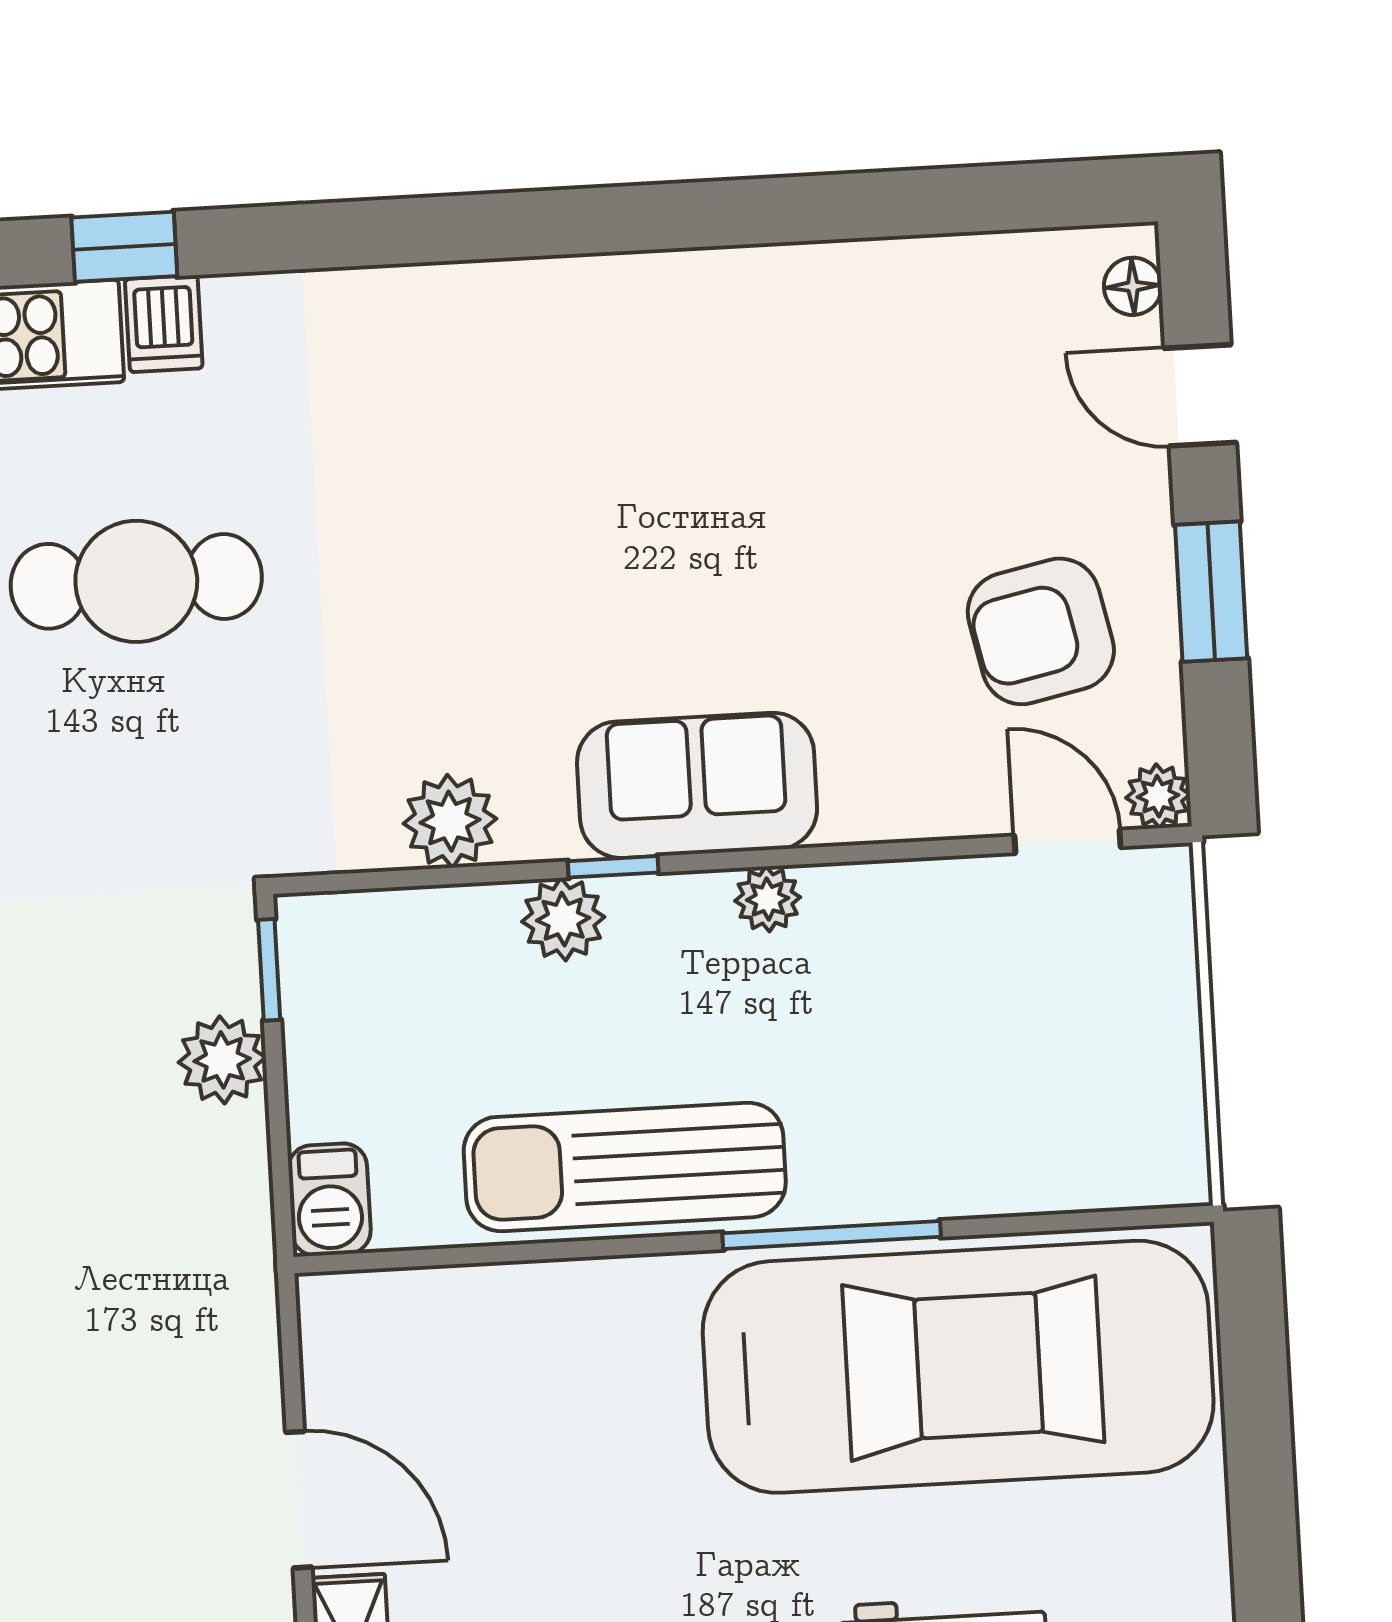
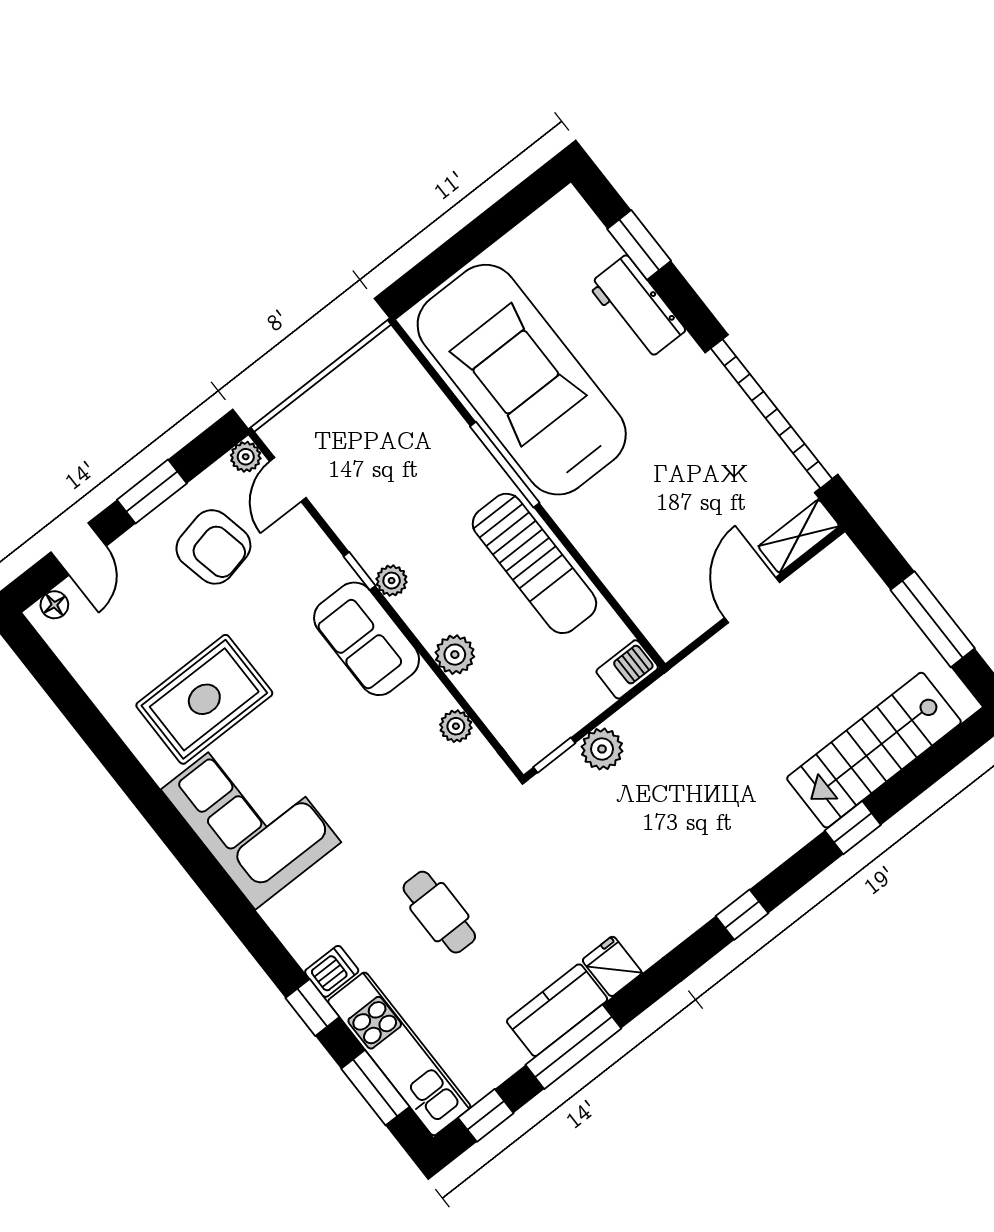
corner sofa: (530, 372) -> (251, 816), added
rug: (788, 432) -> (204, 699), added
cafe table: (136, 581) -> (439, 912), width x0.73, depth x0.74
plant: (450, 821) -> (456, 726), width x0.73, depth x0.73
window: (613, 867) -> (360, 571), moved

